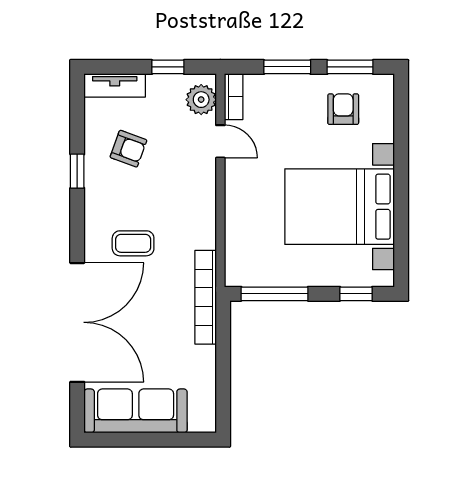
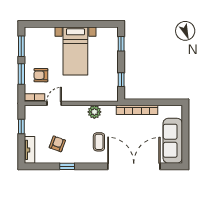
plant: (201, 100) -> (94, 112), moved
armchair: (343, 109) -> (41, 75), moved
bed with nightstands: (340, 207) -> (75, 51), width x0.73
window: (275, 294) -> (121, 80), width x0.46
bookcase: (206, 297) -> (137, 110), moved

